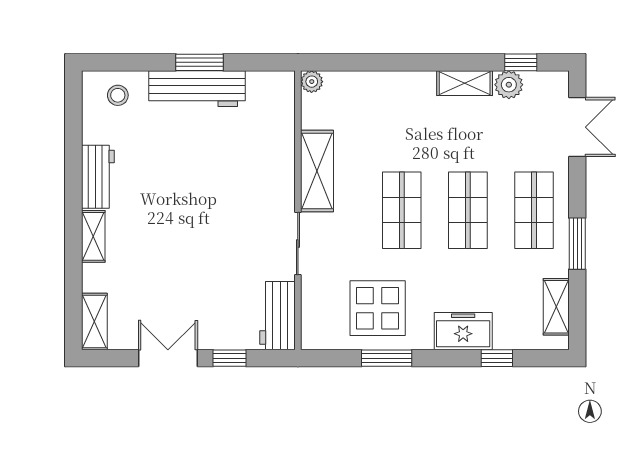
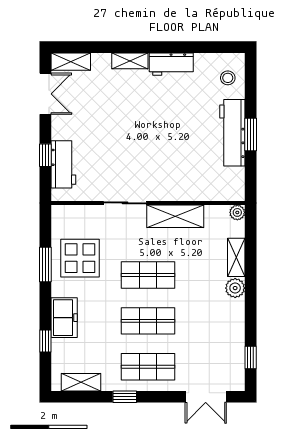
shelving: (465, 83) -> (236, 257), moved
plant: (509, 85) -> (235, 288), moved
window: (577, 244) -> (125, 397), width x0.67
workbench: (278, 316) -> (63, 164), moved, turned 90
double door: (168, 358) -> (45, 94), moved

